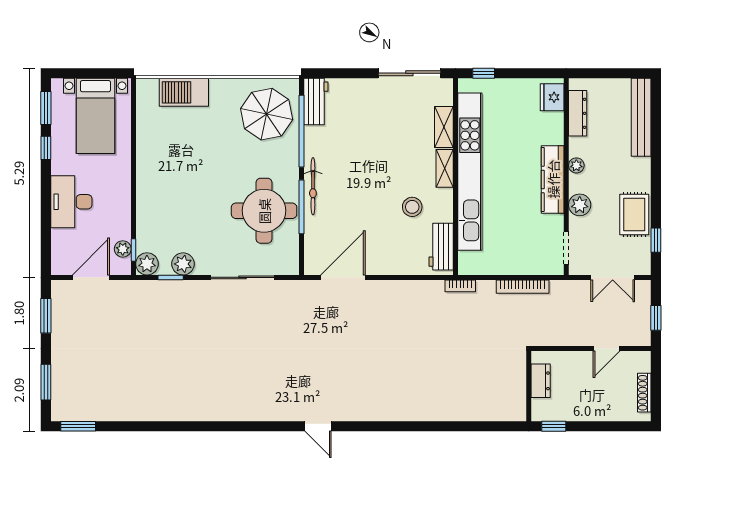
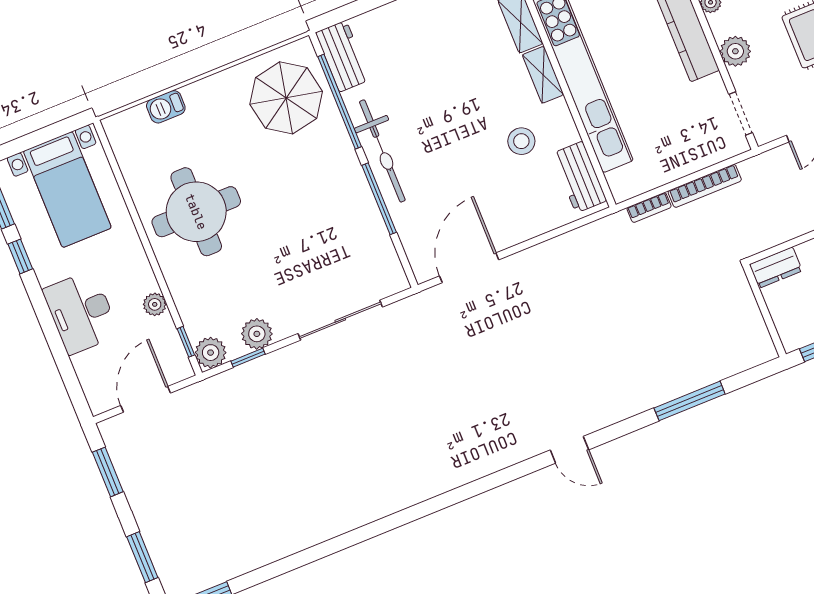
barbecue: (184, 92) -> (166, 107), width x0.53, depth x0.65
bicycle: (313, 186) -> (382, 151), width x1.37, depth x1.40
round table: (264, 211) -> (196, 212), moved
plant: (123, 249) -> (155, 304), moved
bookcase: (460, 286) -> (649, 207), moved
dresser: (541, 381) -> (776, 268), moved, turned 90
door: (318, 426) -> (569, 450), moved
window: (454, 426) -> (690, 401), added

